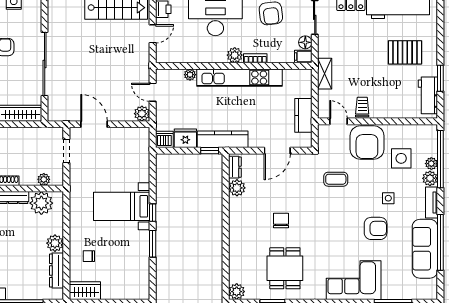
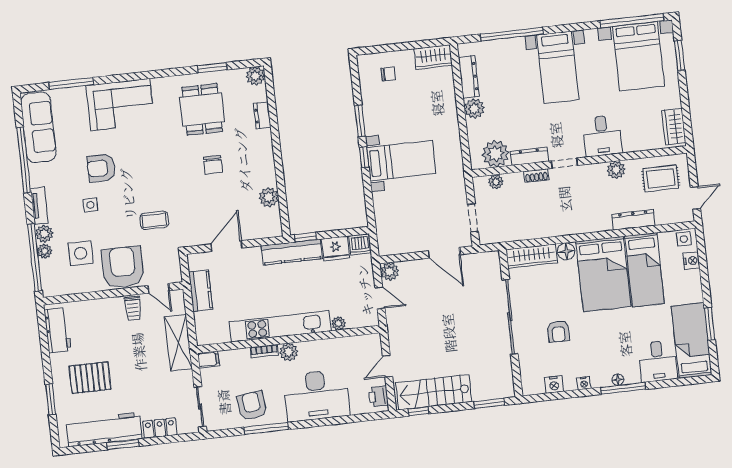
floor lamp: (305, 42) -> (208, 376), removed
shelving: (325, 74) -> (178, 343), width x1.50, depth x1.33
window: (440, 78) -> (51, 399), moved
dresser: (235, 167) -> (262, 115), moved
sofa: (425, 249) -> (38, 127), moved
chair: (89, 256) -> (388, 74), moved

